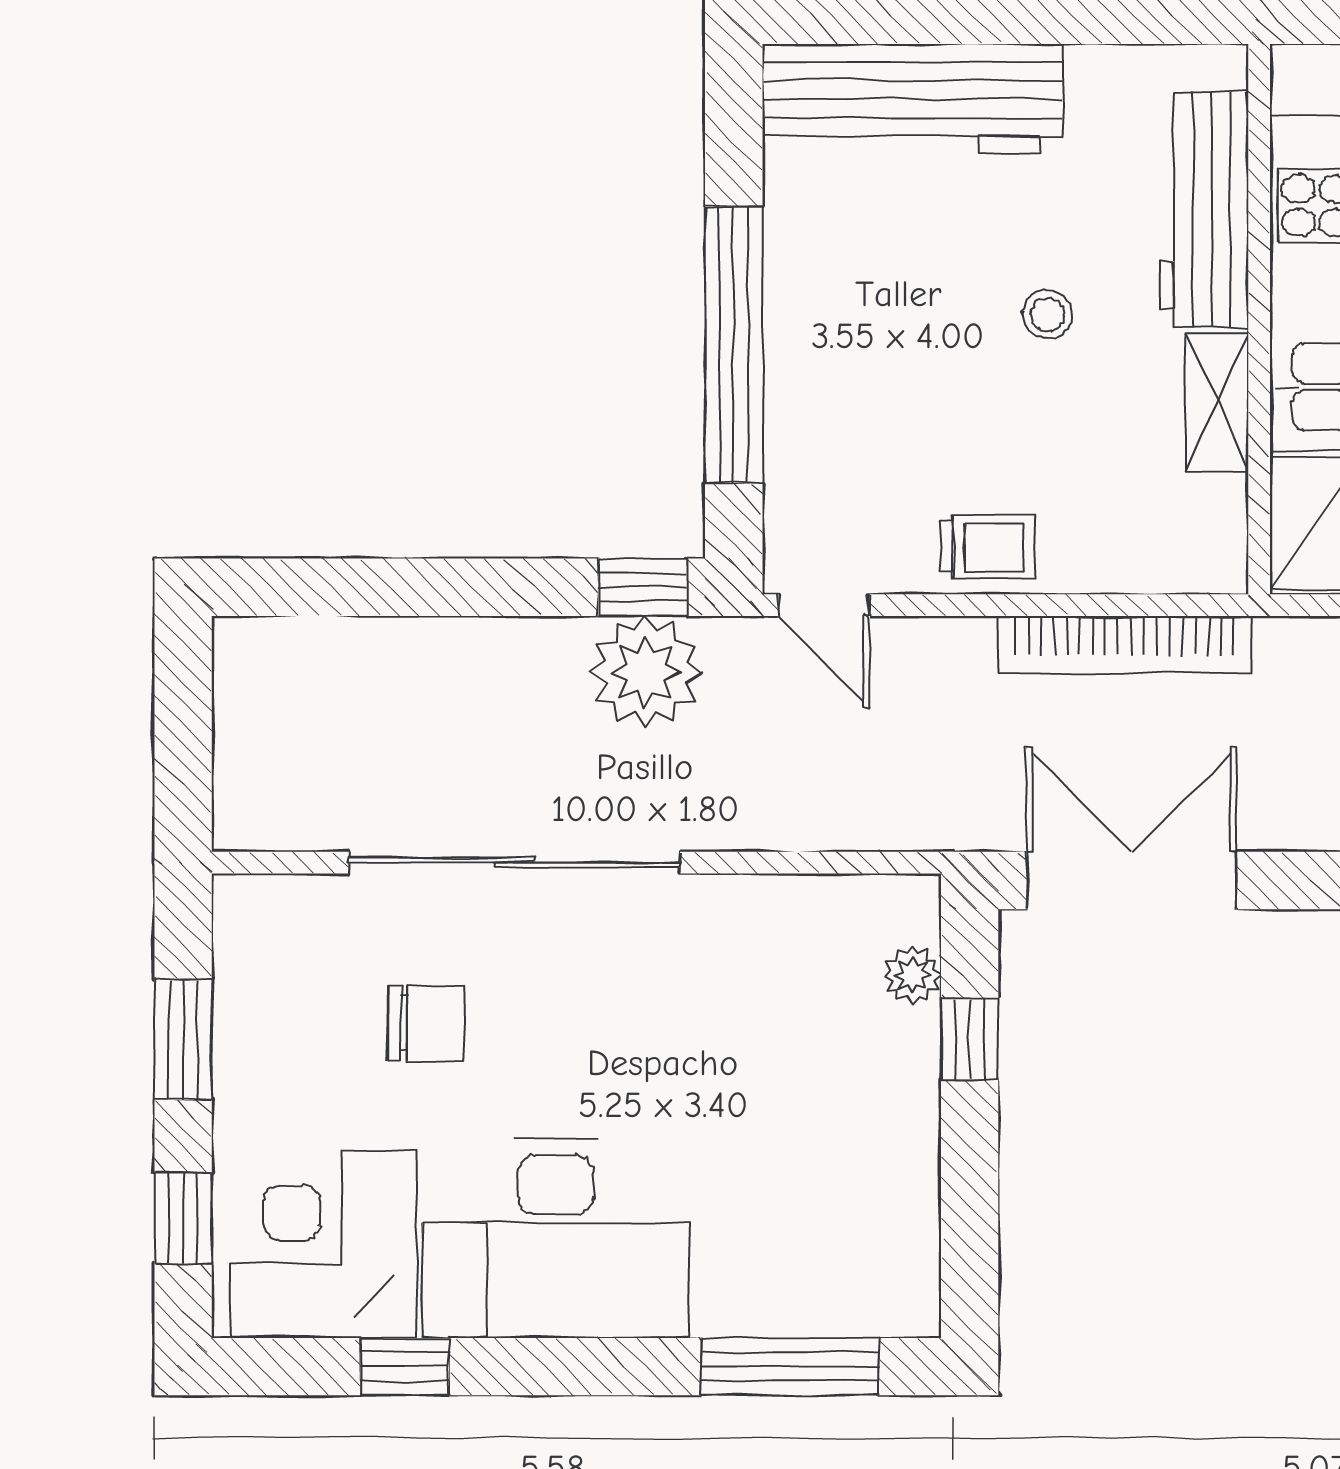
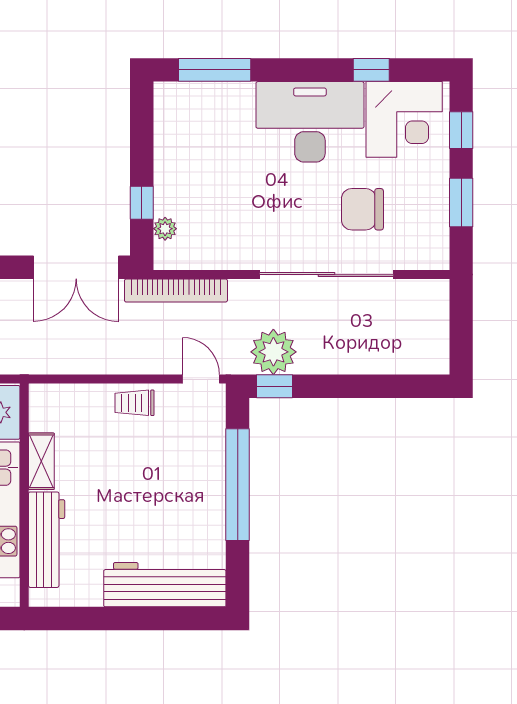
stool: (1047, 314) -> (110, 497), removed
bookcase: (1125, 645) -> (176, 291), moved, turned 180
chair: (426, 1023) -> (362, 209), width x1.37, depth x1.37

